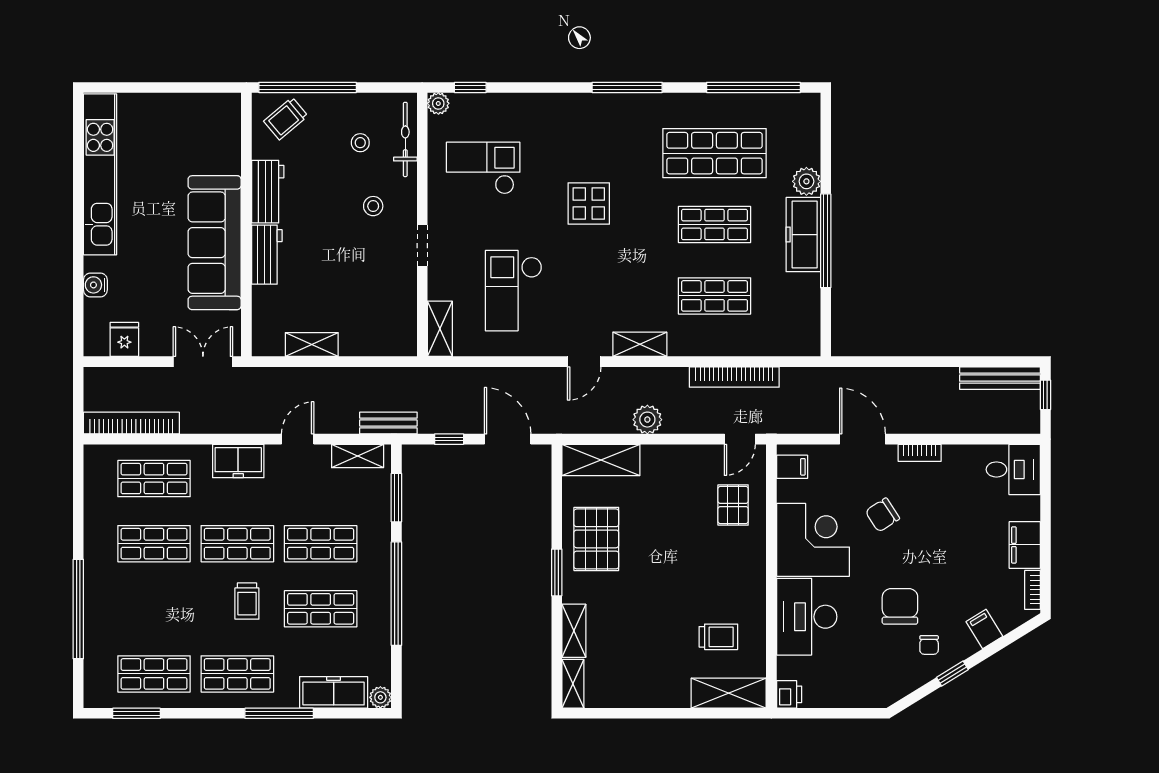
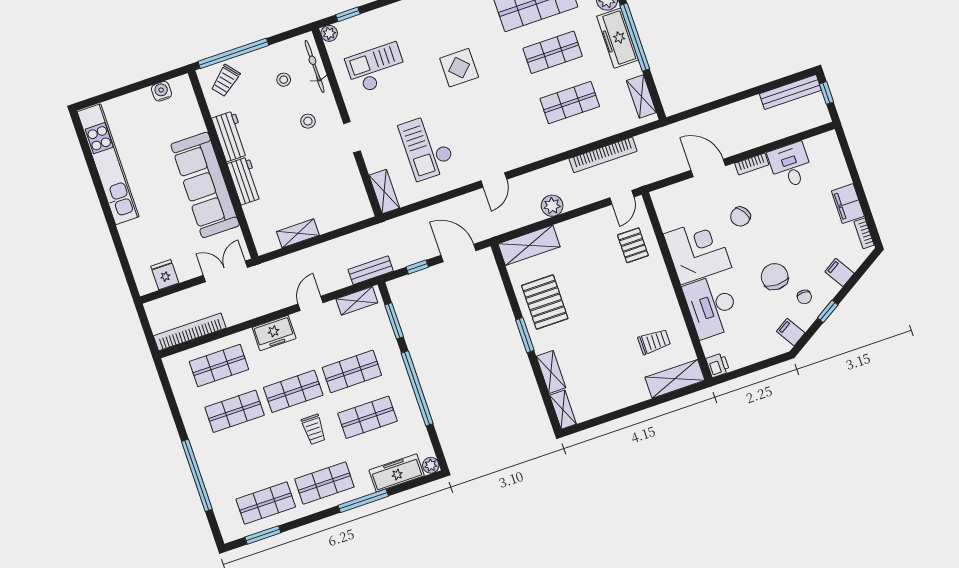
water cooler: (95, 285) -> (162, 91), moved, turned 90
shelving: (640, 344) -> (641, 97), moved, turned 90
filing cabinet: (792, 467) -> (791, 332), moved, turned -122
desk: (1013, 469) -> (790, 165), moved, turned -90

